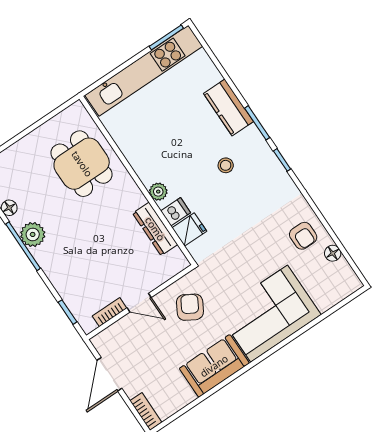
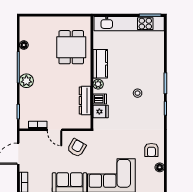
kitchen counter: (229, 107) -> (100, 64), moved, turned 180
plant: (33, 234) -> (26, 81), moved

